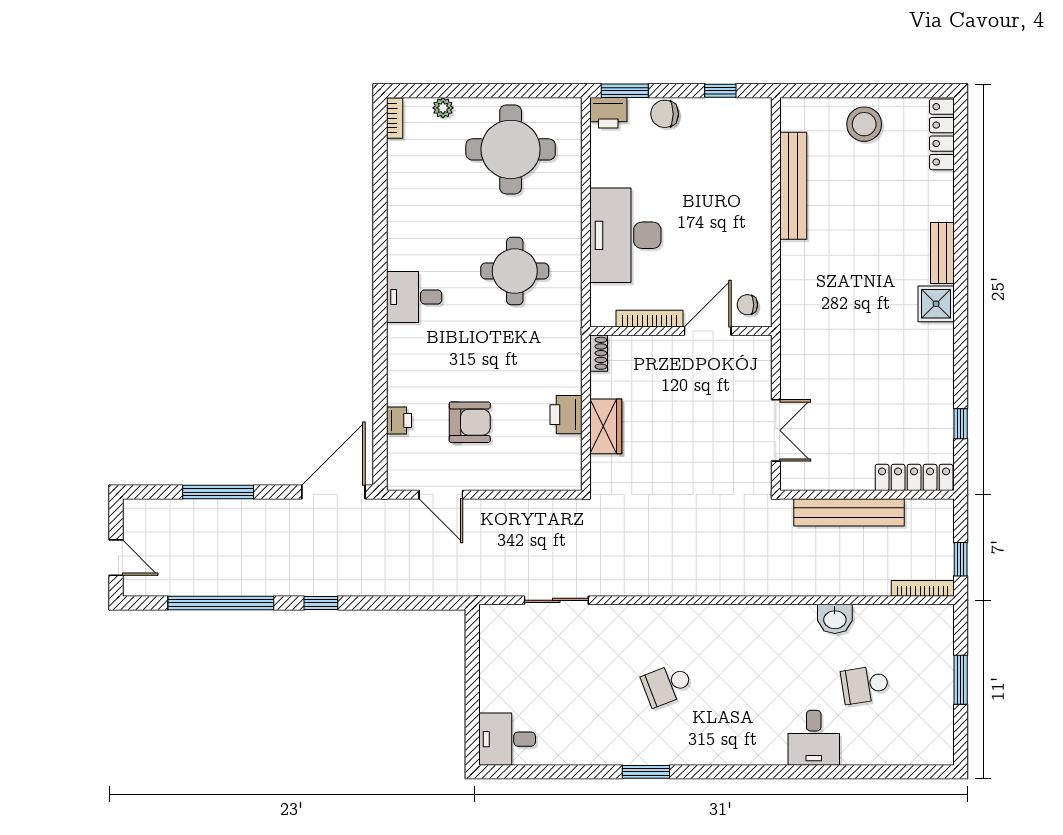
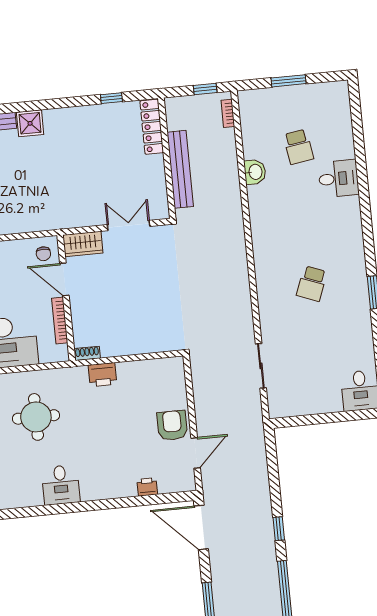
printer: (566, 415) -> (103, 375), moved
armchair: (470, 422) -> (172, 425), moved
wardrobe: (606, 426) -> (83, 244), moved, turned 180
bookcase: (922, 588) -> (228, 113), width x0.64
school desk: (667, 685) -> (312, 284), turned 42

